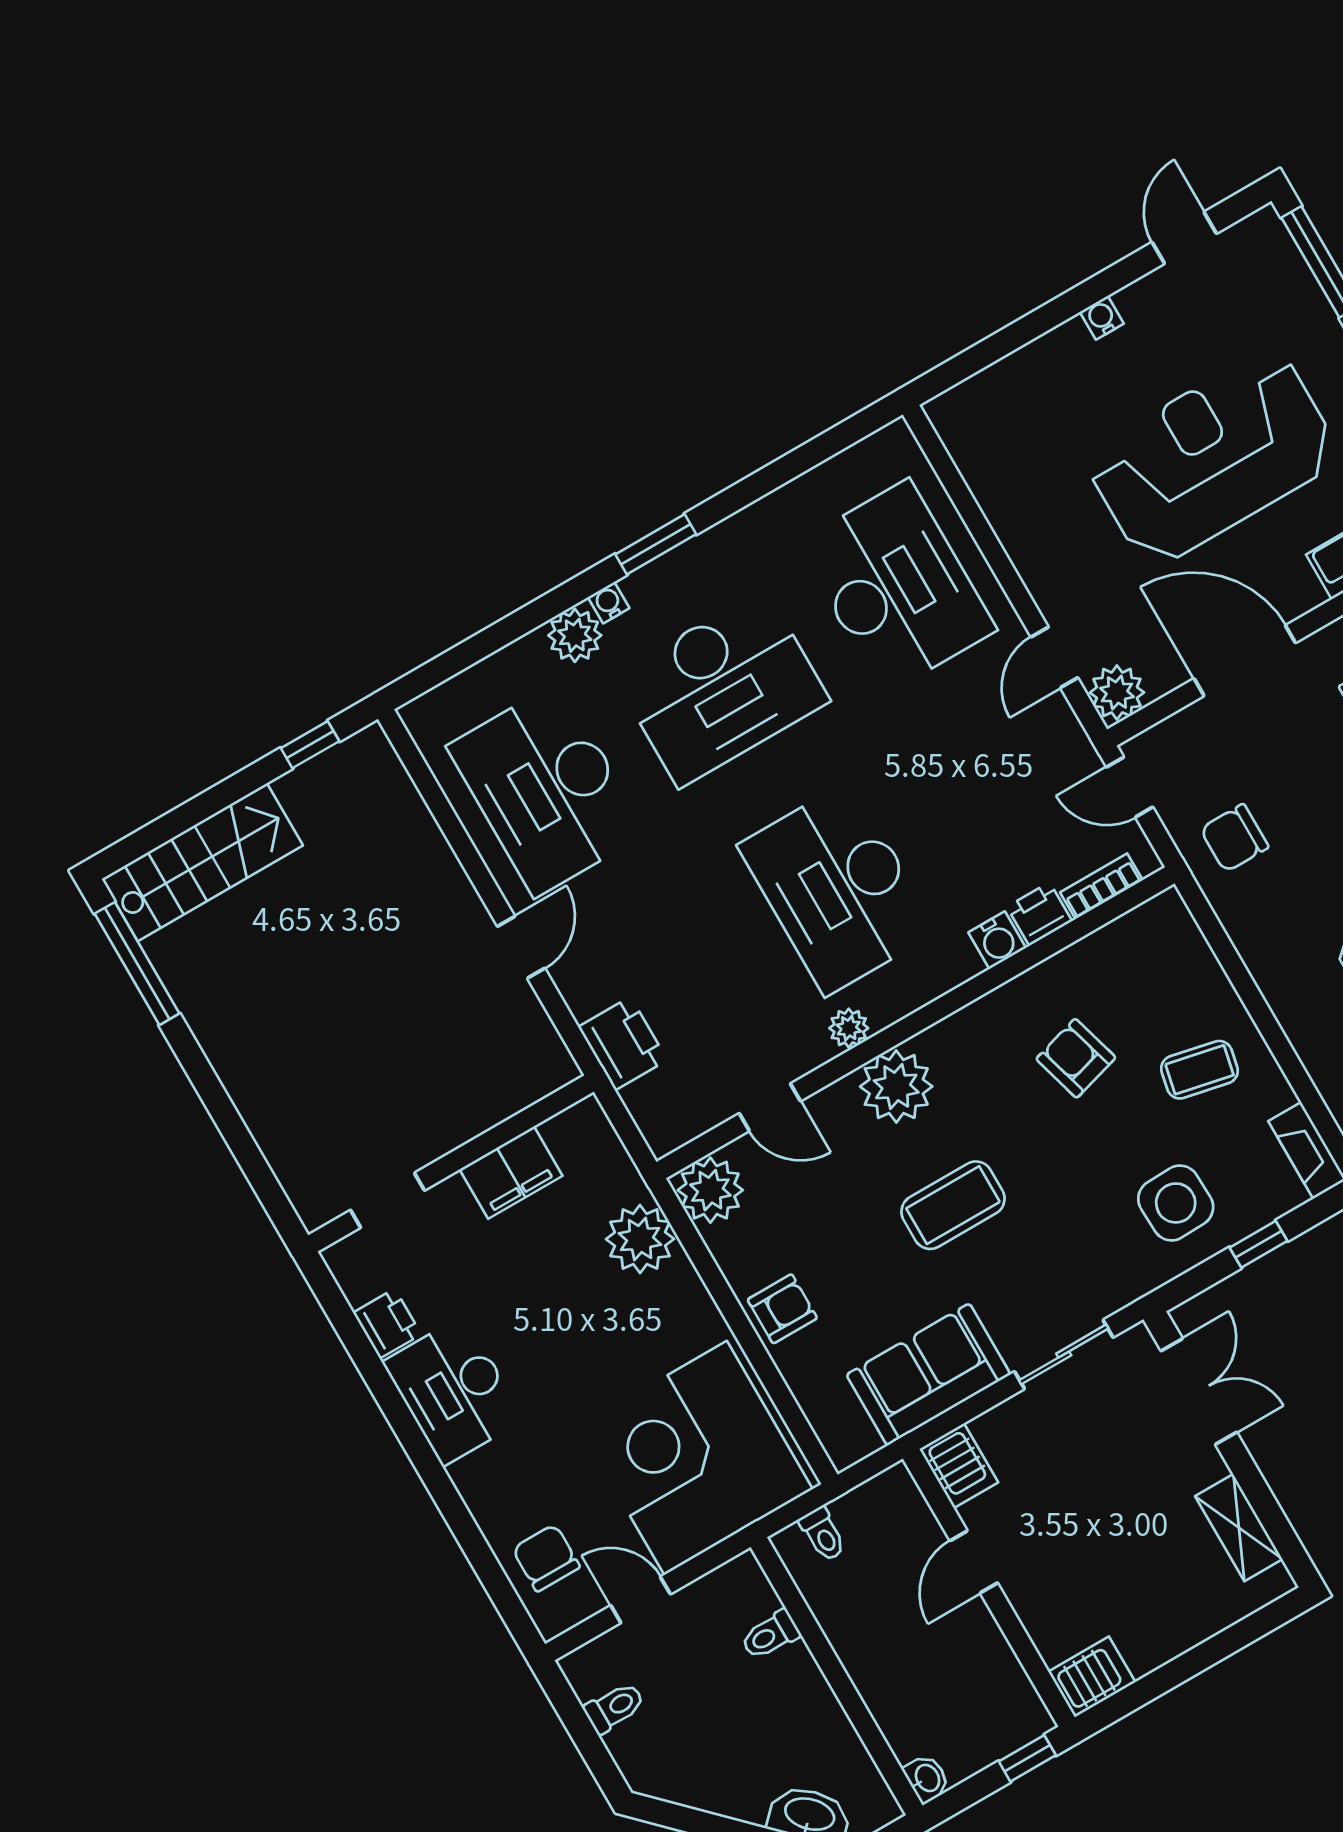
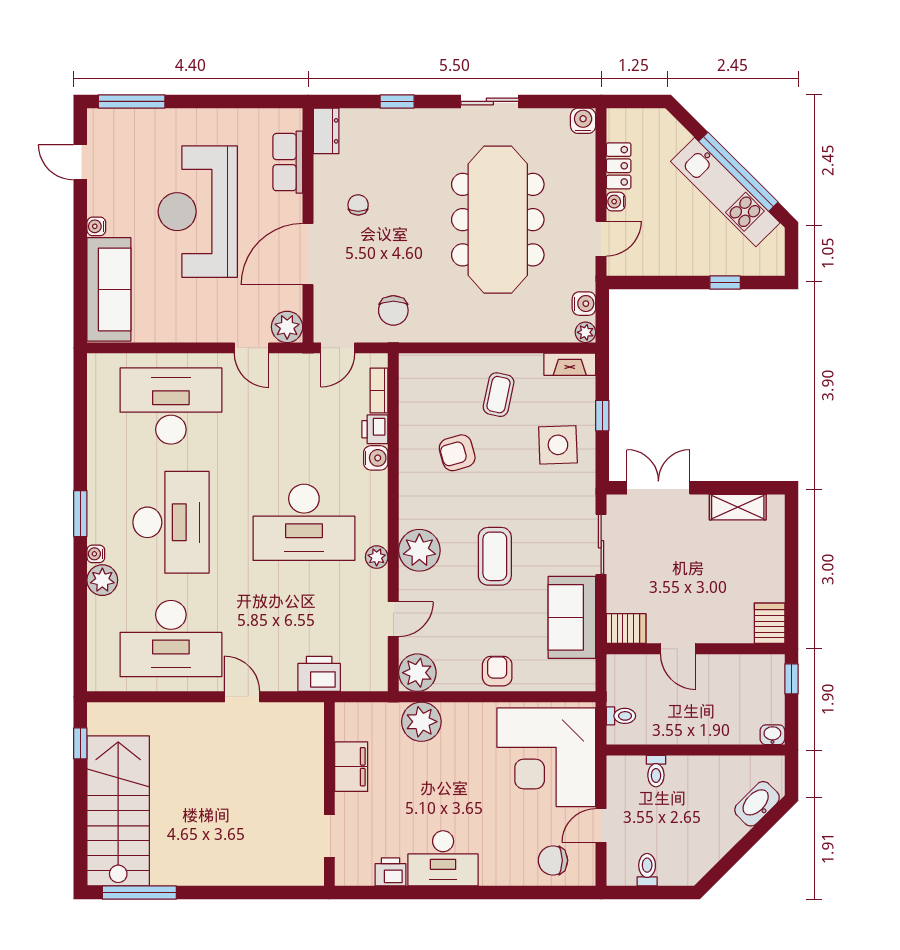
sofa: (1018, 392) -> (109, 289), added
stairs: (202, 862) -> (118, 811), width x1.36, depth x1.51

